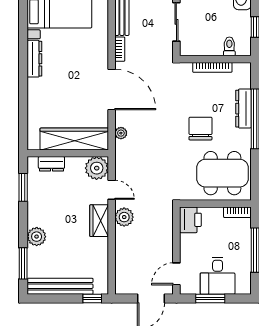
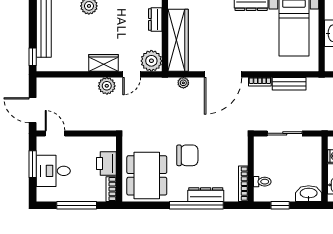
bookcase: (212, 67) -> (243, 184), moved
printer: (190, 220) -> (106, 164), moved, turned 90

